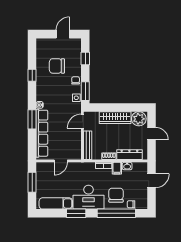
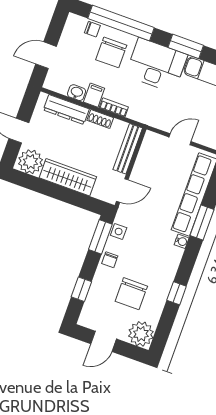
plant: (44, 46) -> (141, 334), added
chair: (57, 66) -> (131, 294), turned 90

